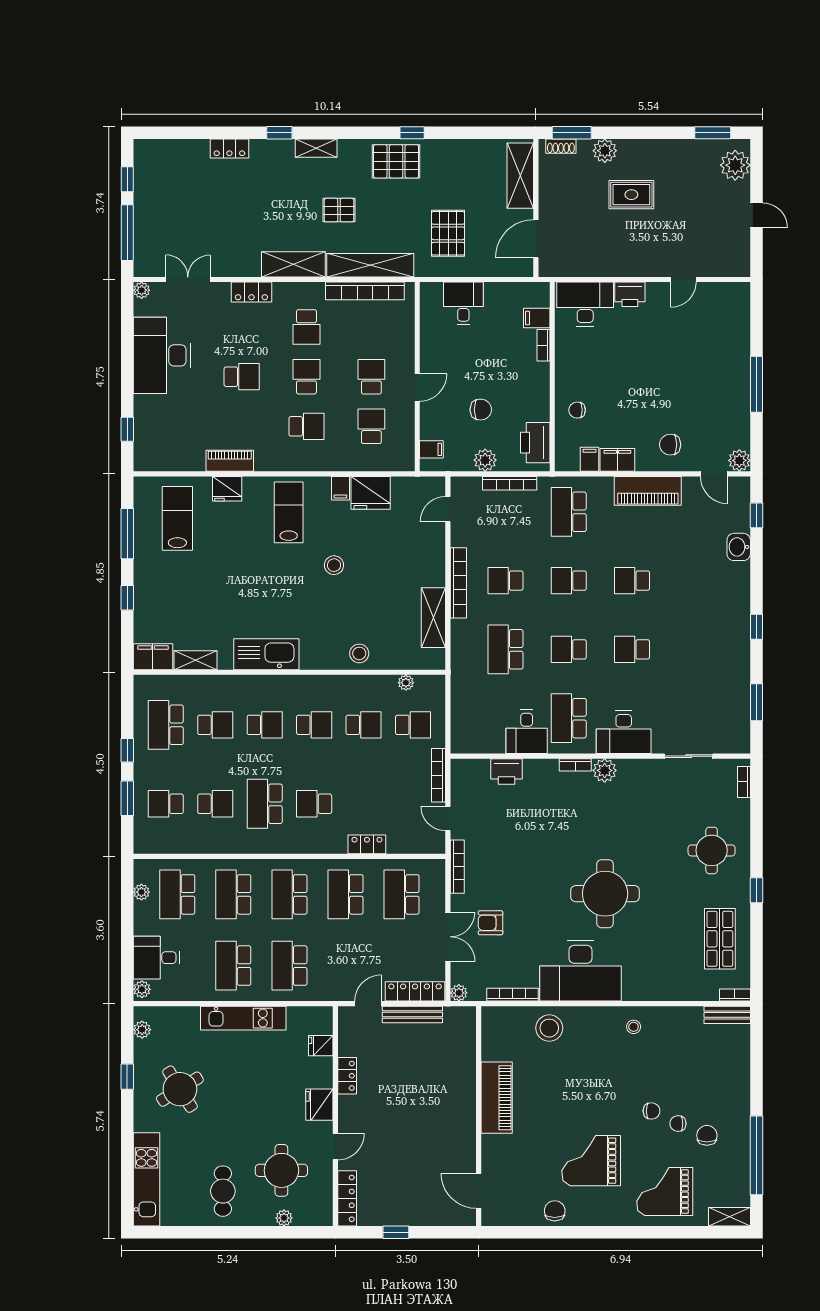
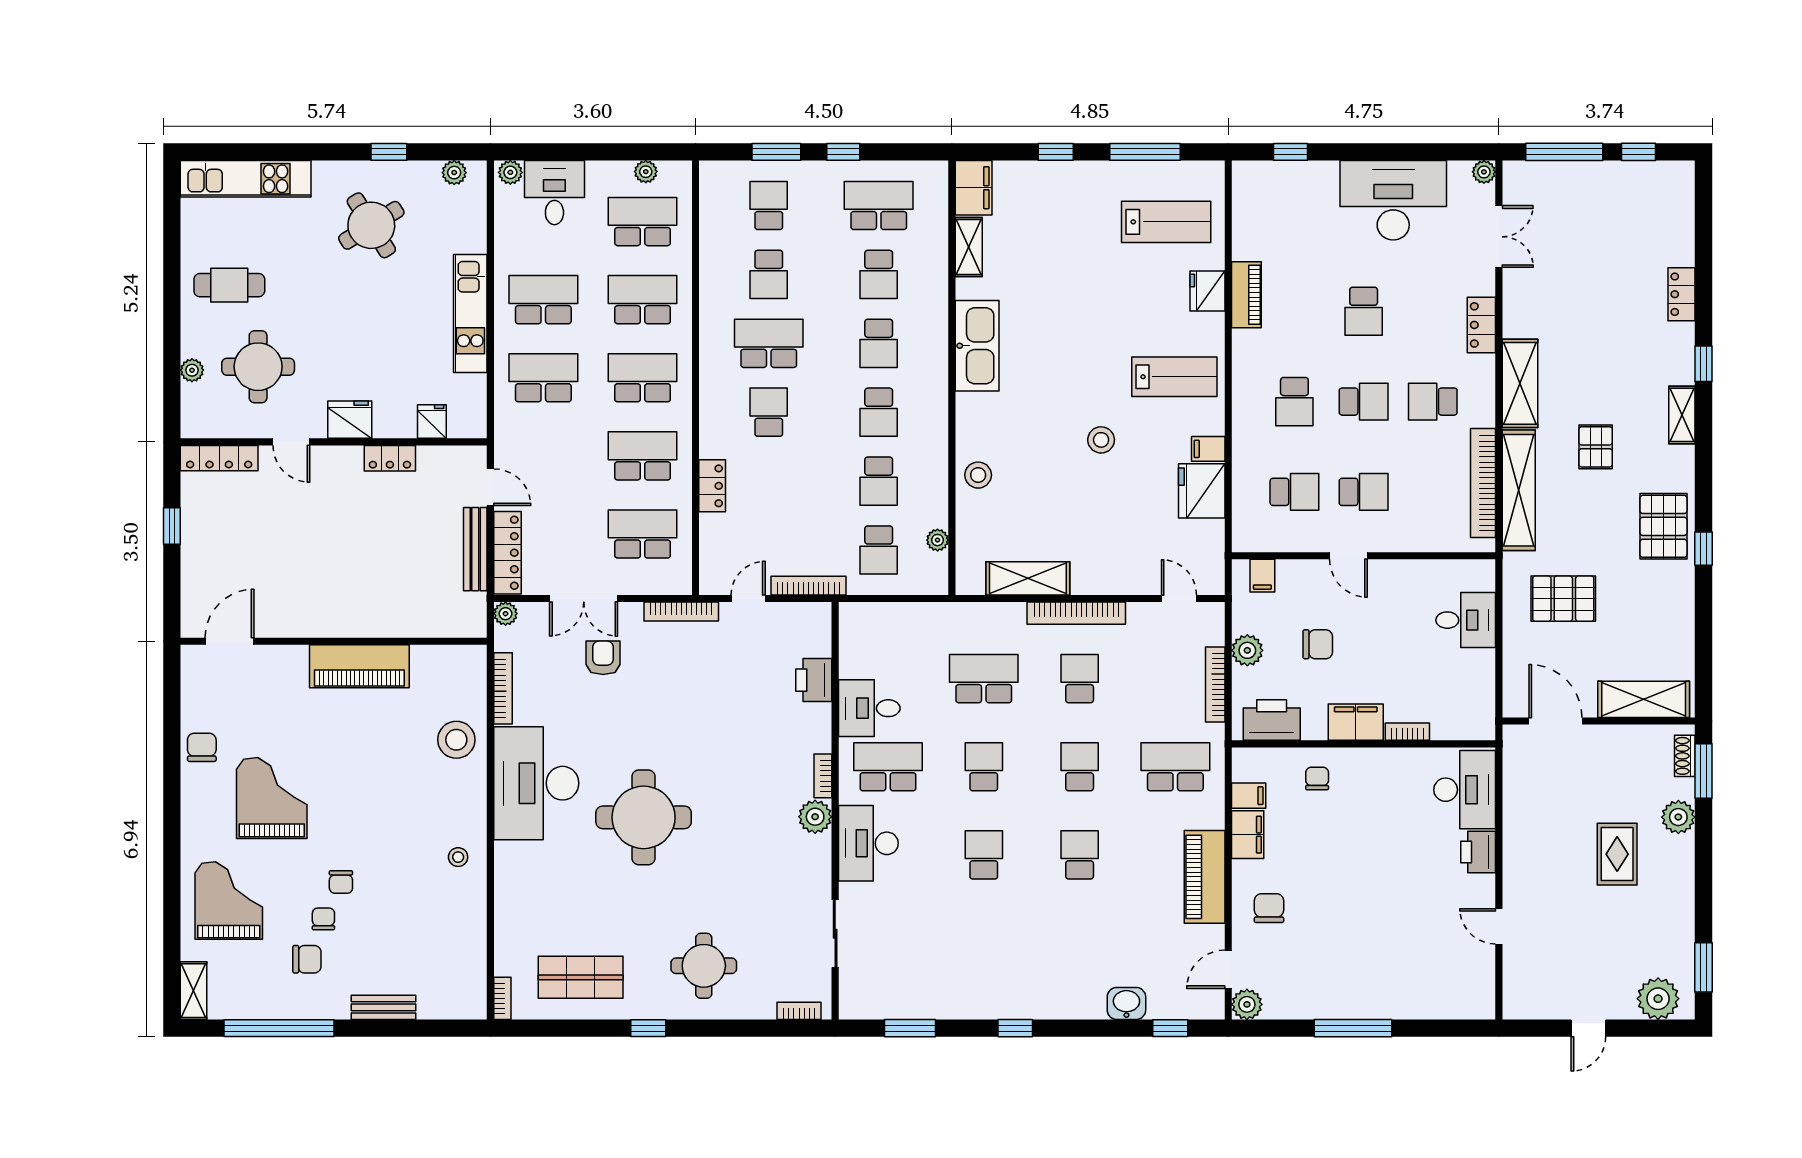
filing cabinet: (537, 318) -> (1356, 722), moved, width x2.00
chair: (481, 410) -> (1318, 644), turned -90
bench: (727, 1015) -> (383, 1007), moved, turned 90
chair: (555, 1211) -> (202, 747), turned -90

